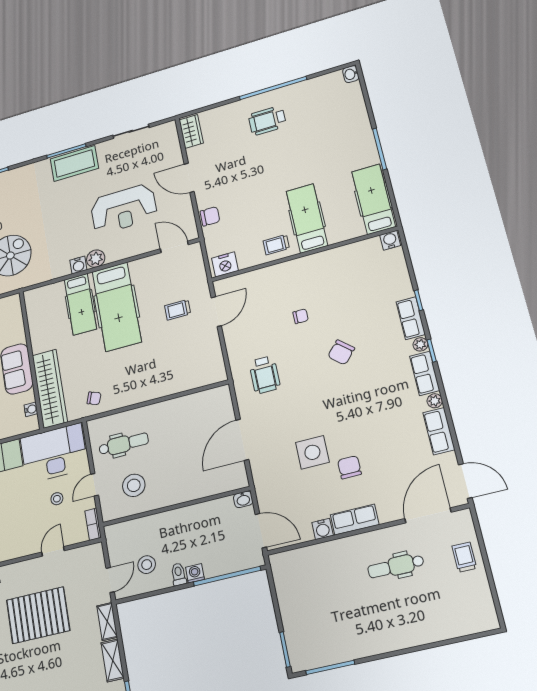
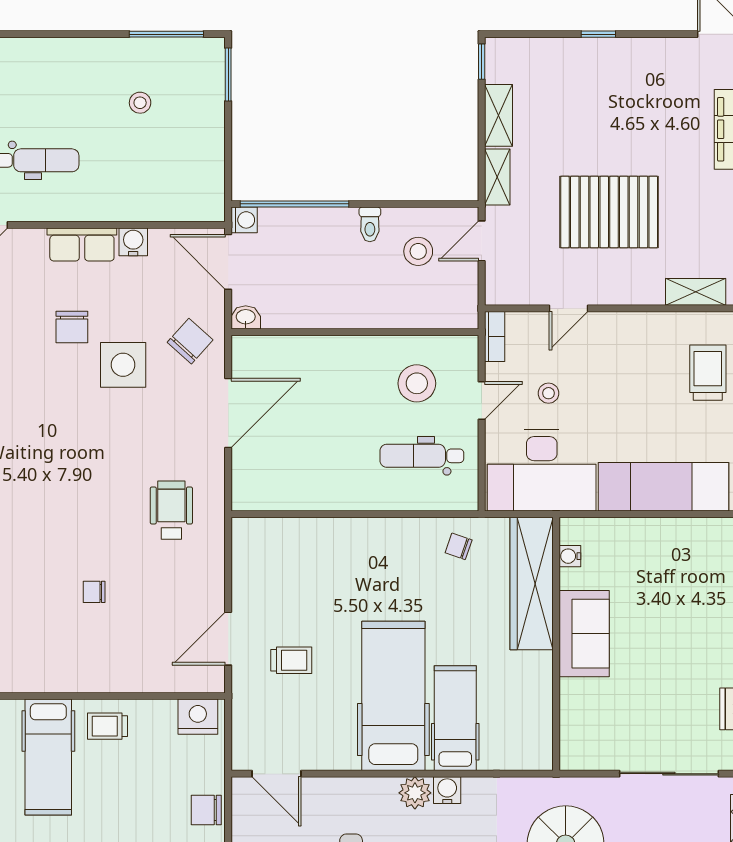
trolley: (276, 245) -> (107, 726), turned 180
chair: (341, 352) -> (190, 341), moved
washing machine: (195, 573) -> (244, 220), moved, turned -90
stool: (338, 619) -> (140, 103), added

